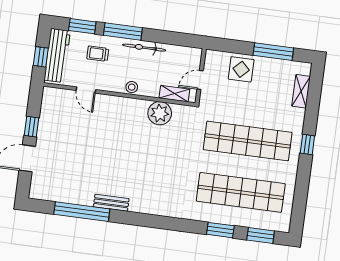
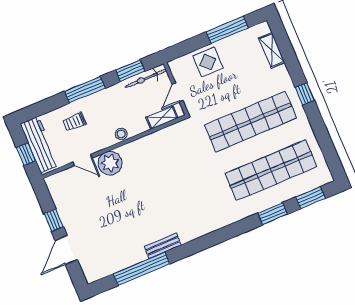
window: (82, 26) -> (130, 71), moved
bicycle: (144, 48) -> (146, 78), moved
plant: (160, 113) -> (110, 163), moved

